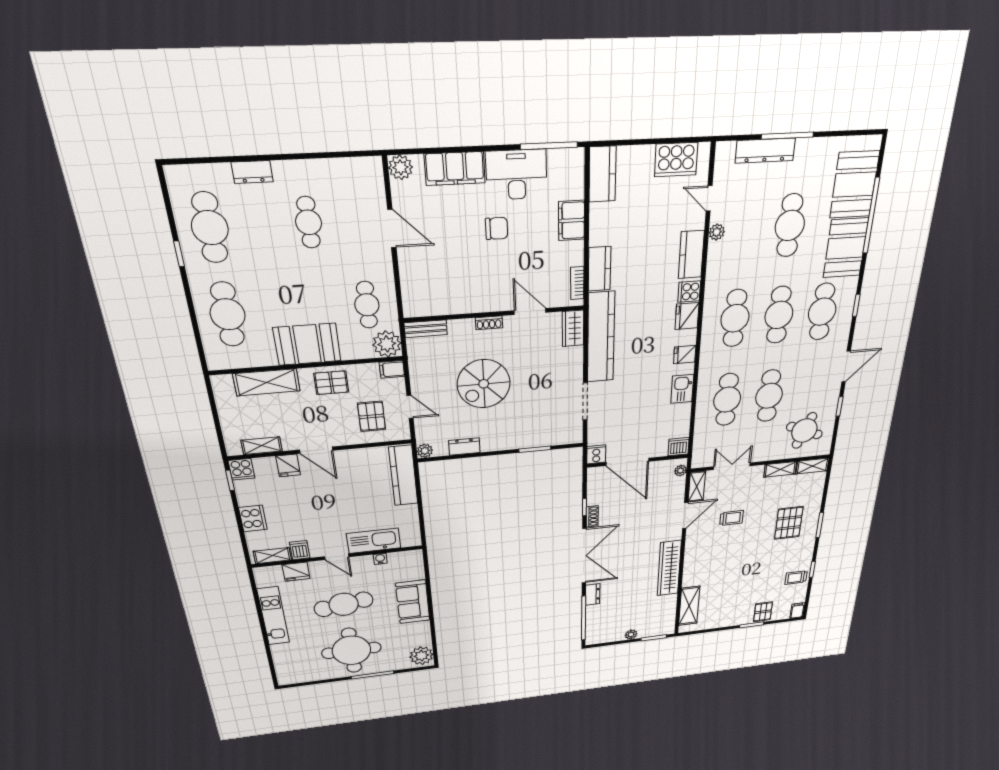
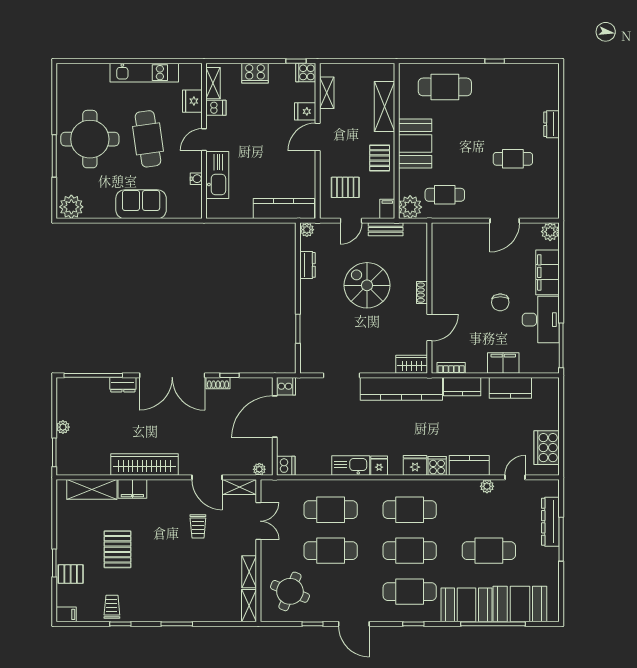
kitchen counter: (603, 174) -> (510, 388), moved
cafe table: (210, 228) -> (513, 87), removed
bench: (426, 329) -> (386, 229), moved, turned 90
kitchen sink: (682, 389) -> (351, 466), width x1.38
pallet: (789, 523) -> (117, 549), moved, turned 90
filing cabinet: (691, 575) -> (132, 489), added

